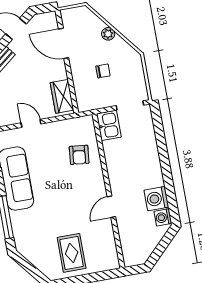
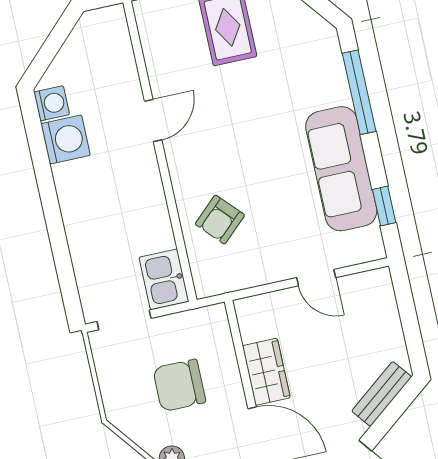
chair: (103, 71) -> (179, 385), width x1.87, depth x1.87
wardrobe: (62, 96) -> (266, 372), moved
armchair: (79, 155) -> (220, 220), turned -139

